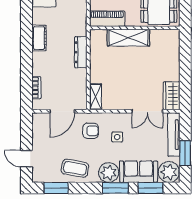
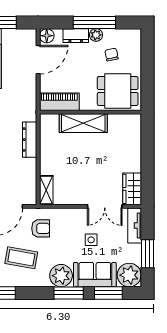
tv unit: (174, 135) -> (135, 225), width x0.71
side table: (117, 137) -> (91, 240), moved
coffee table: (75, 168) -> (21, 258), moved

